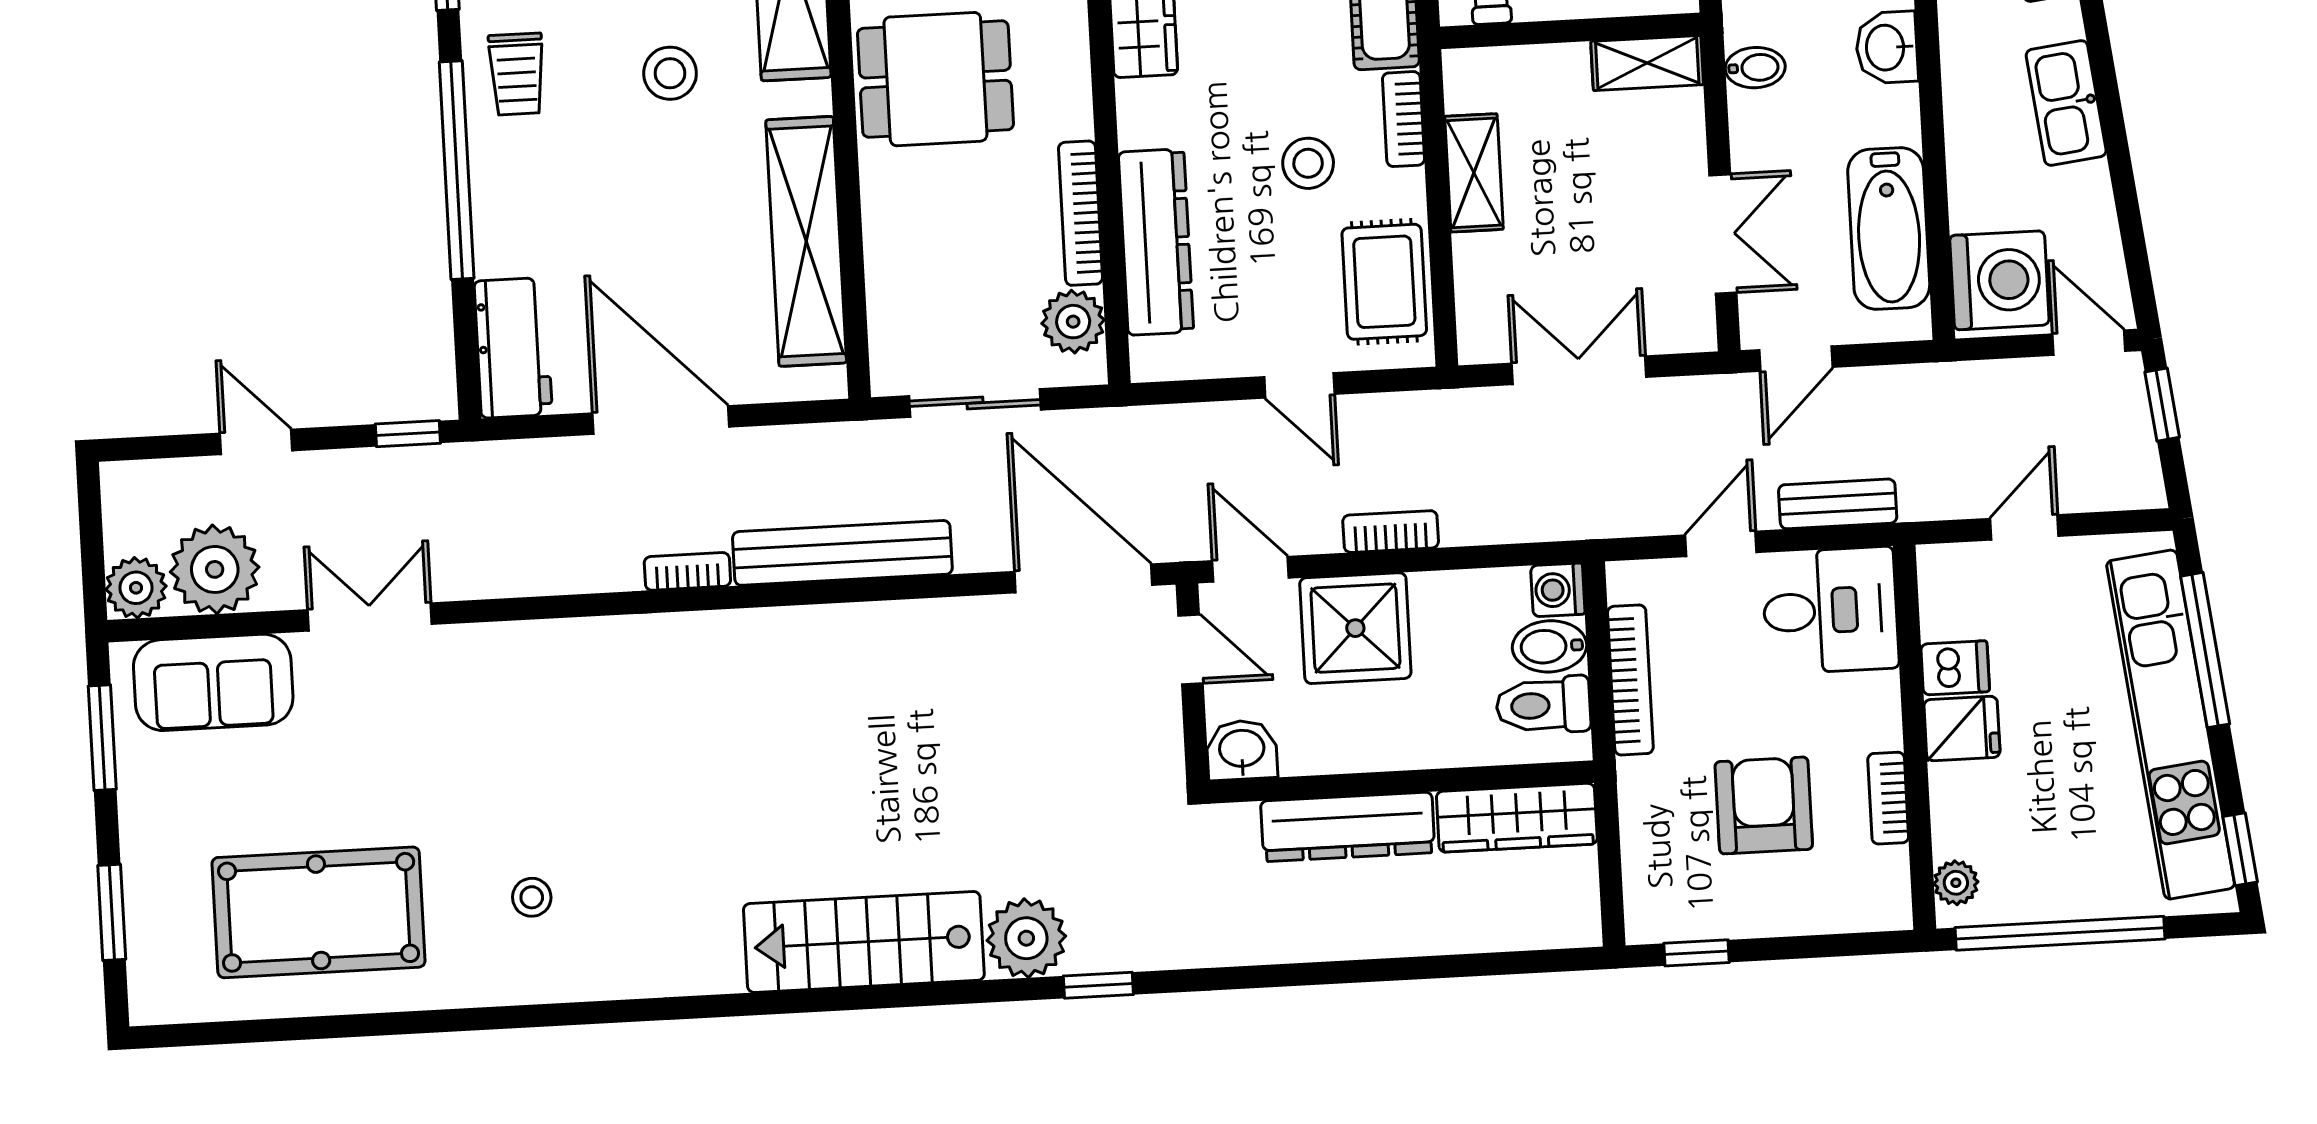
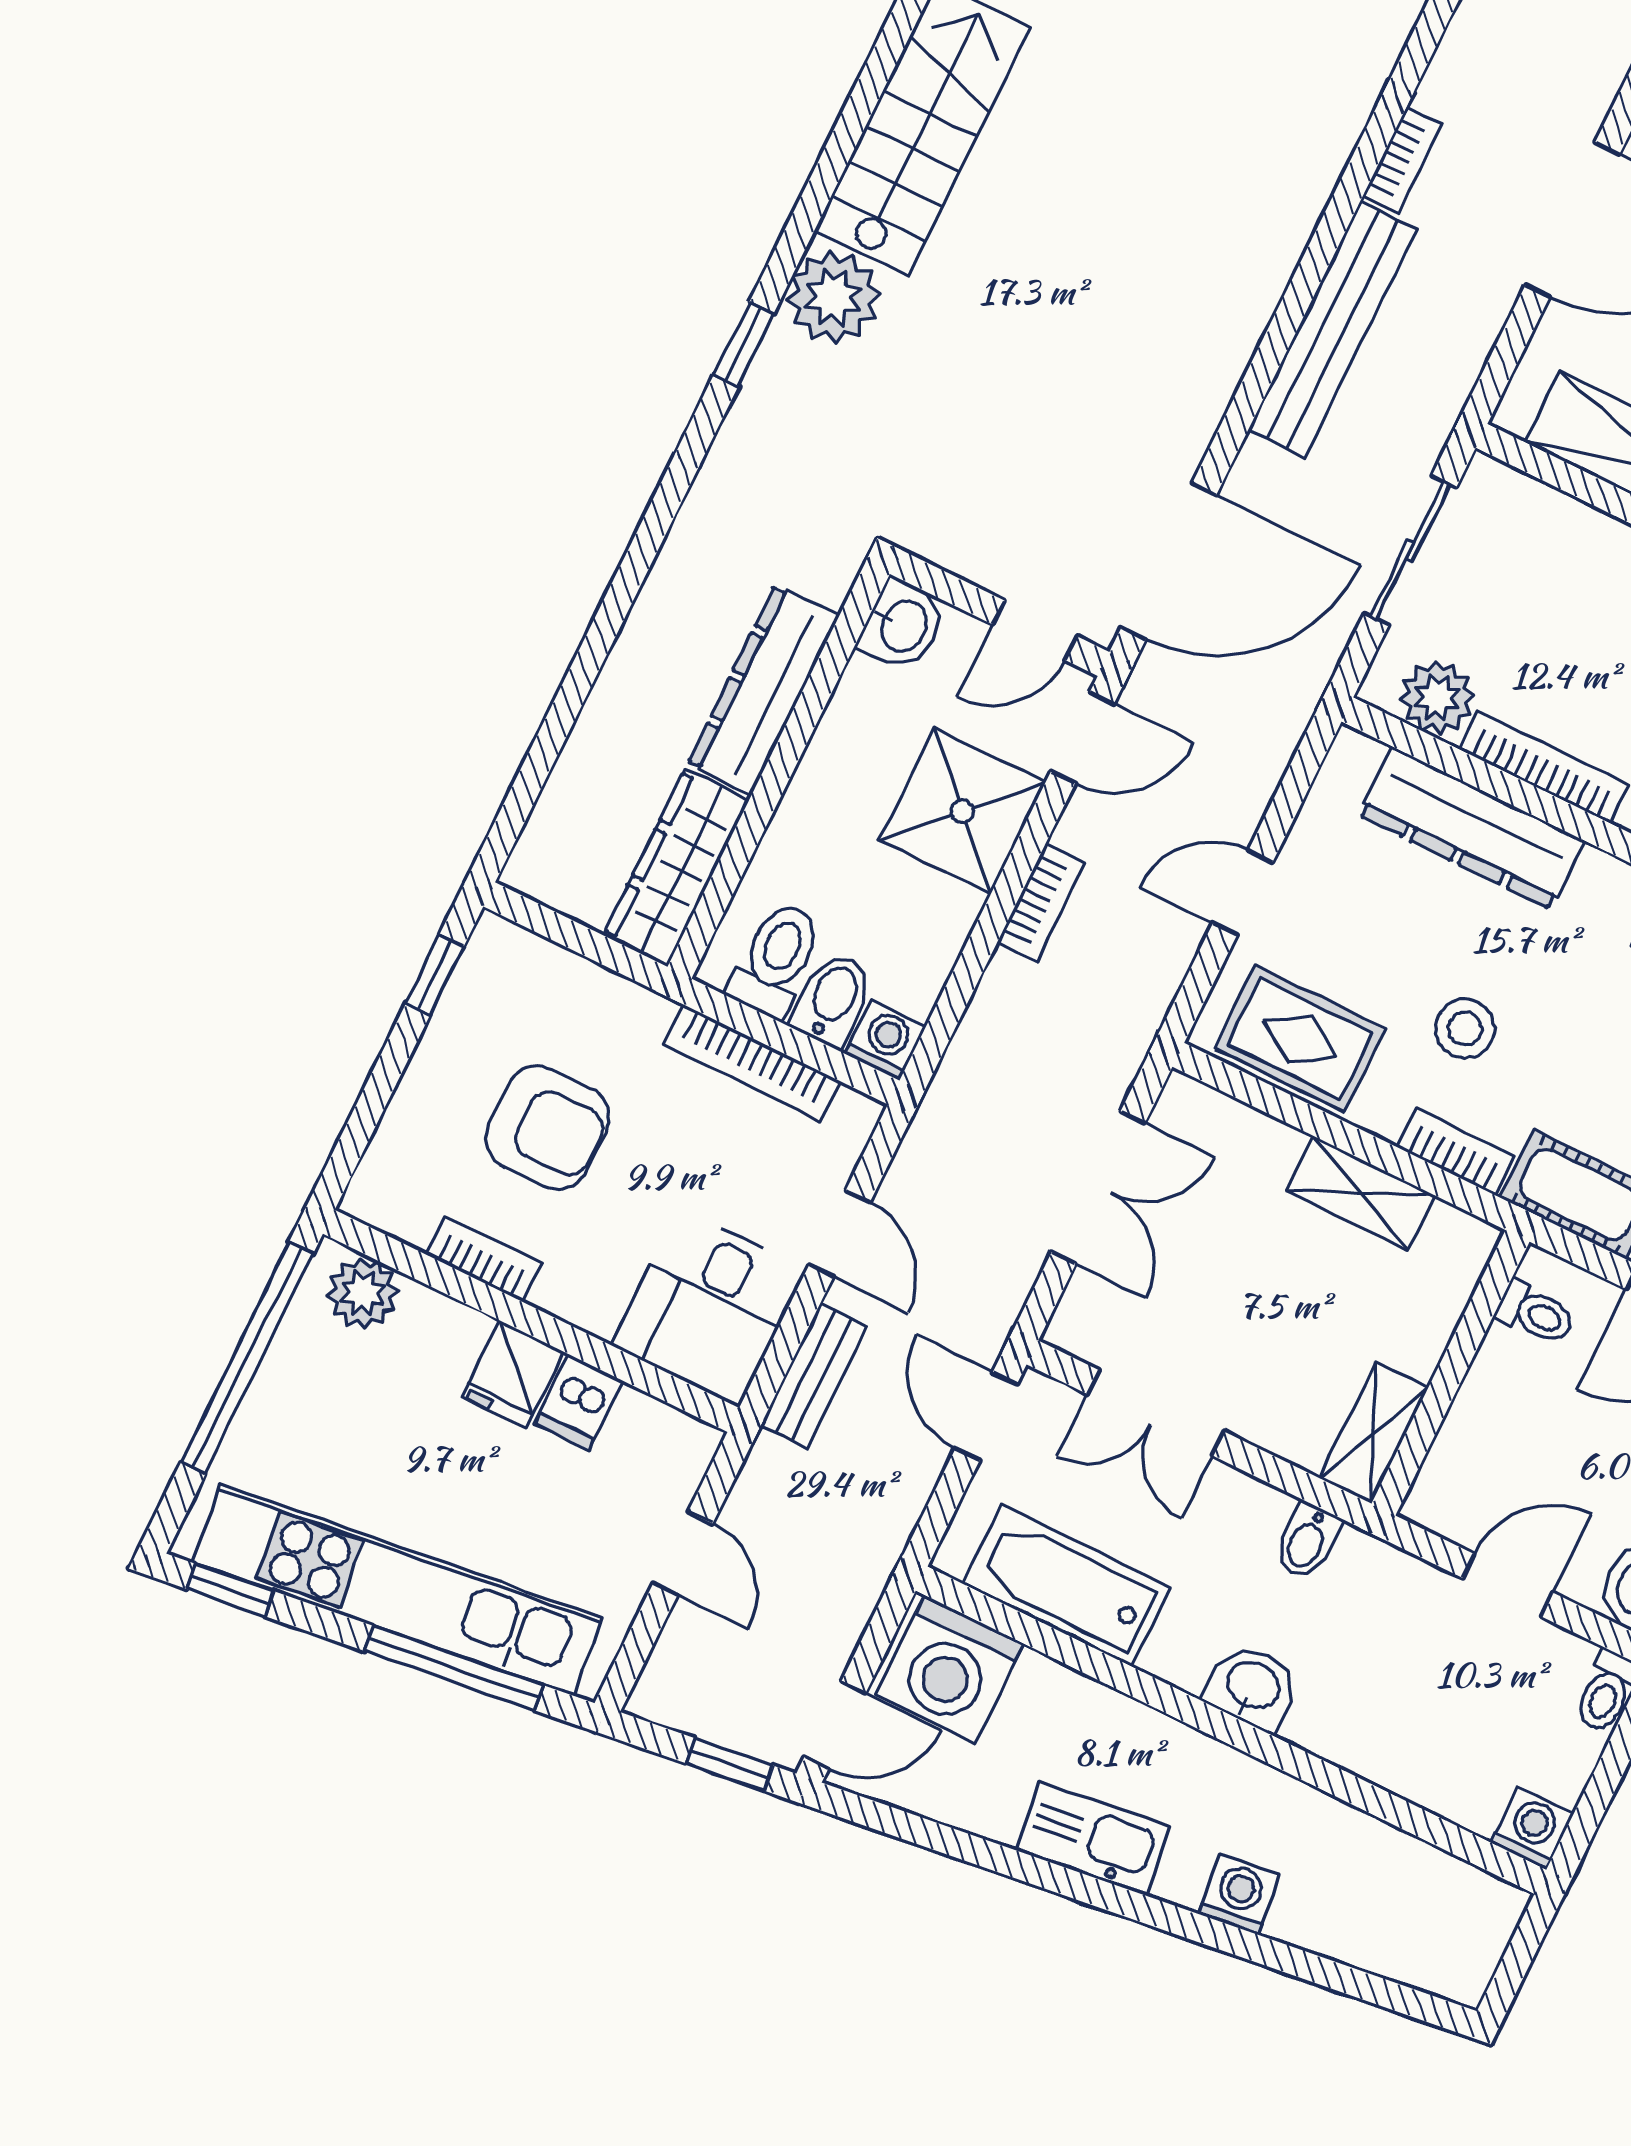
plant: (1956, 883) -> (363, 1293), width x1.38, depth x1.38

